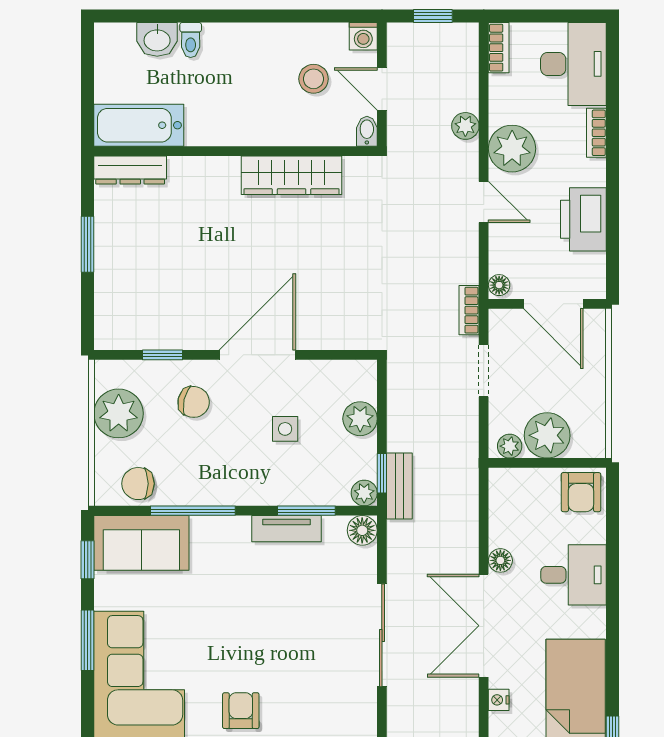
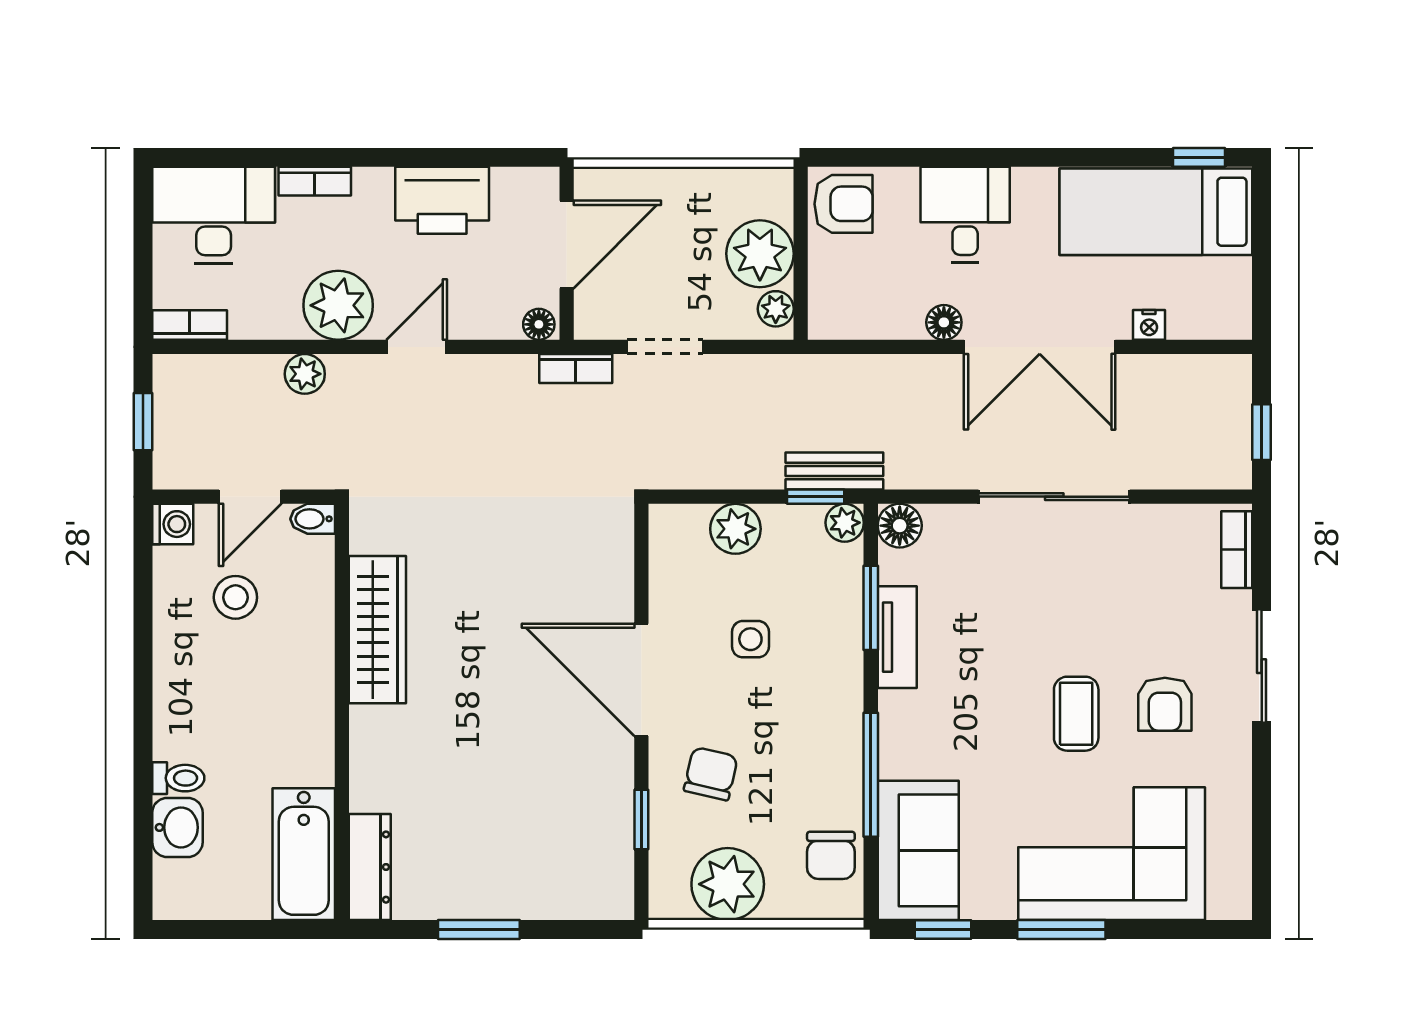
coffee table: (234, 650) -> (1076, 714), added
armchair: (241, 711) -> (1165, 704), turned -90

